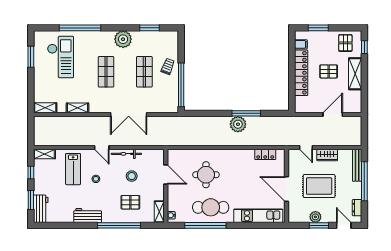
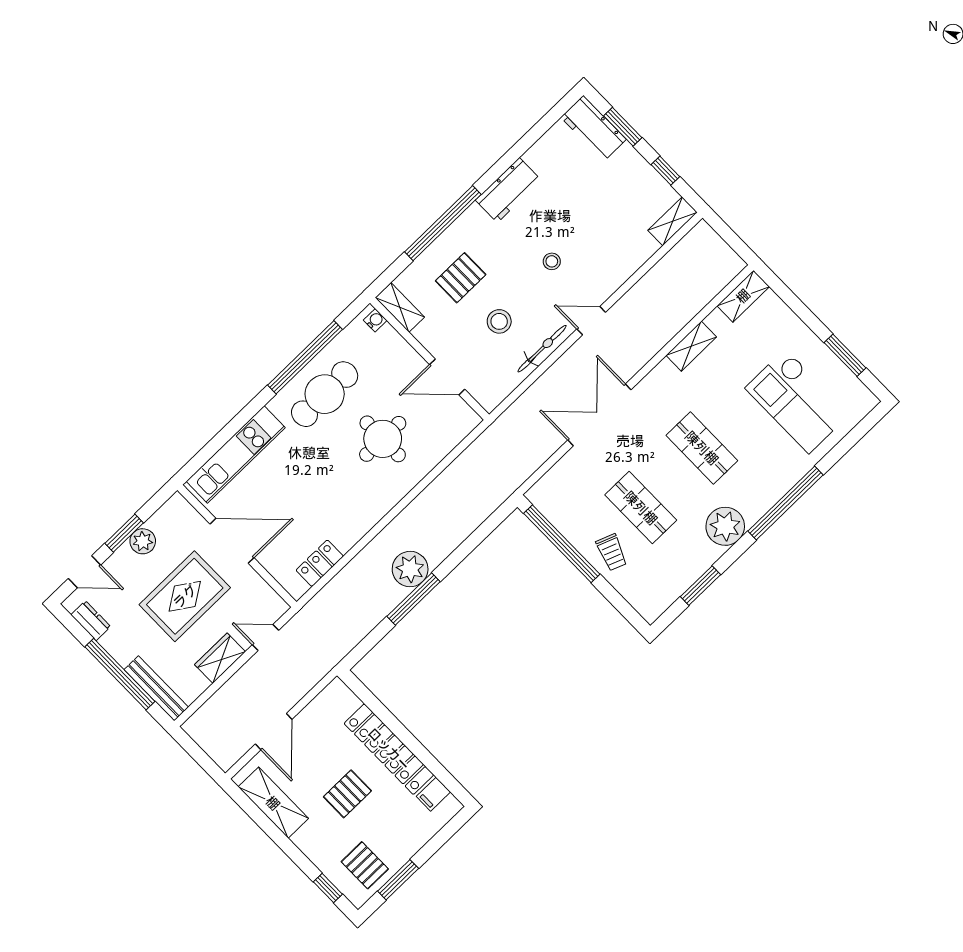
window: (80, 28) -> (785, 503), moved
window: (318, 28) -> (398, 880), moved
shelving: (355, 74) -> (273, 803), moved
lab bench: (73, 169) -> (604, 242), removed

